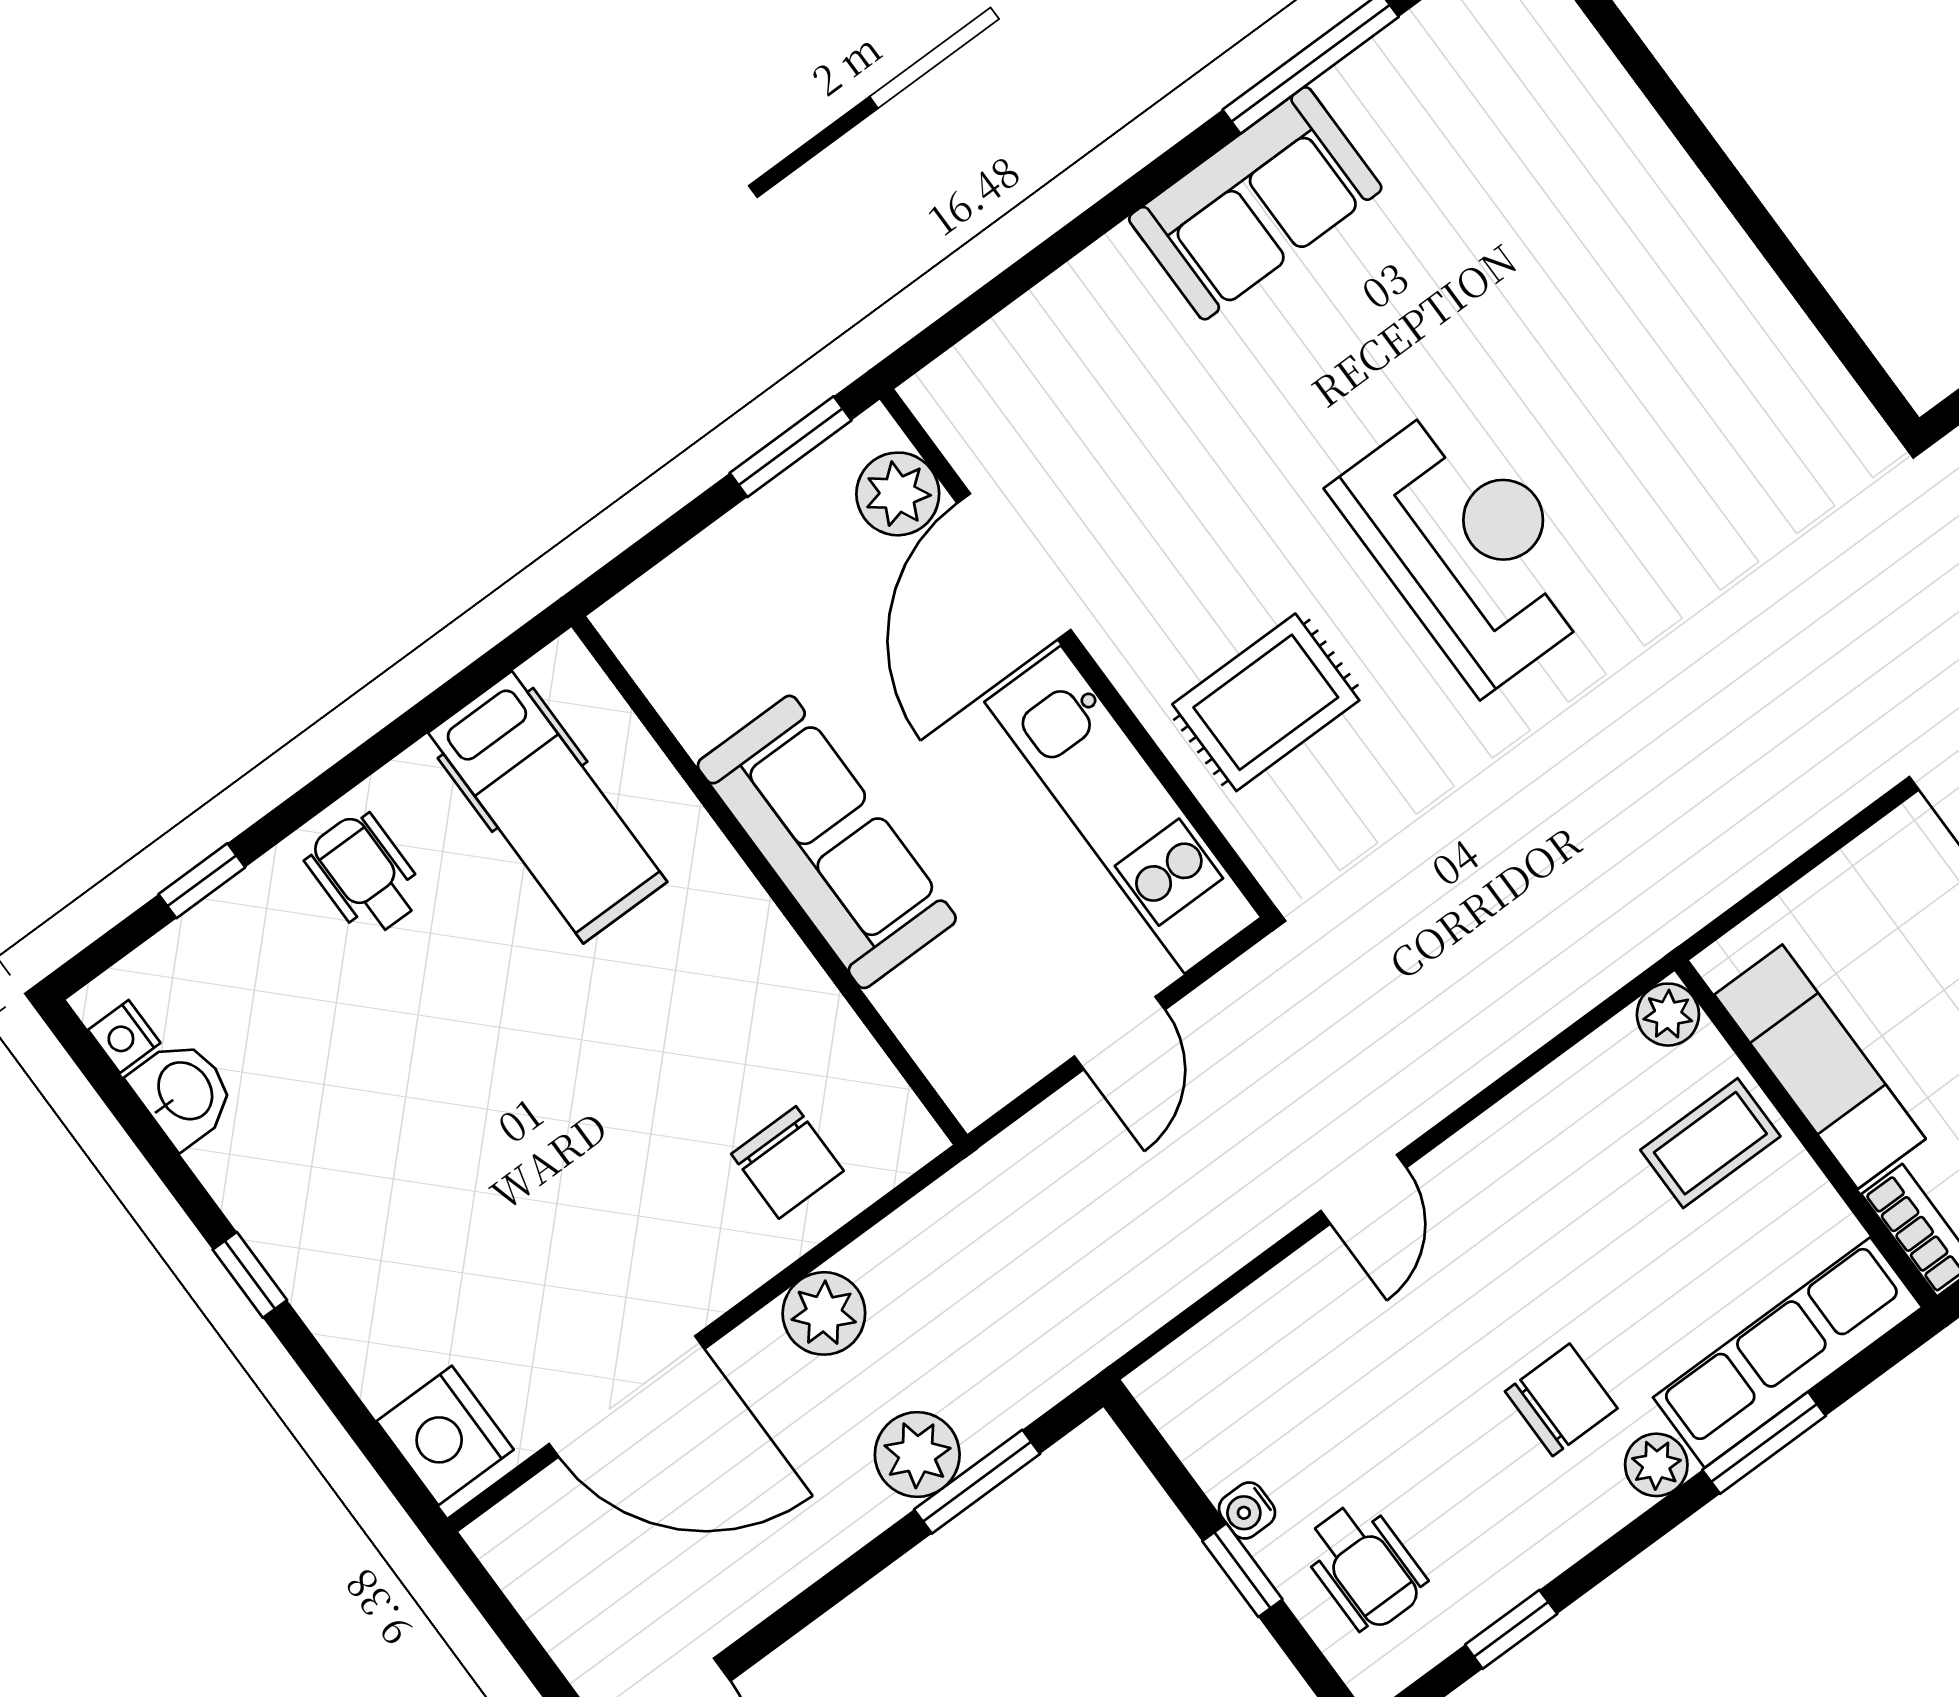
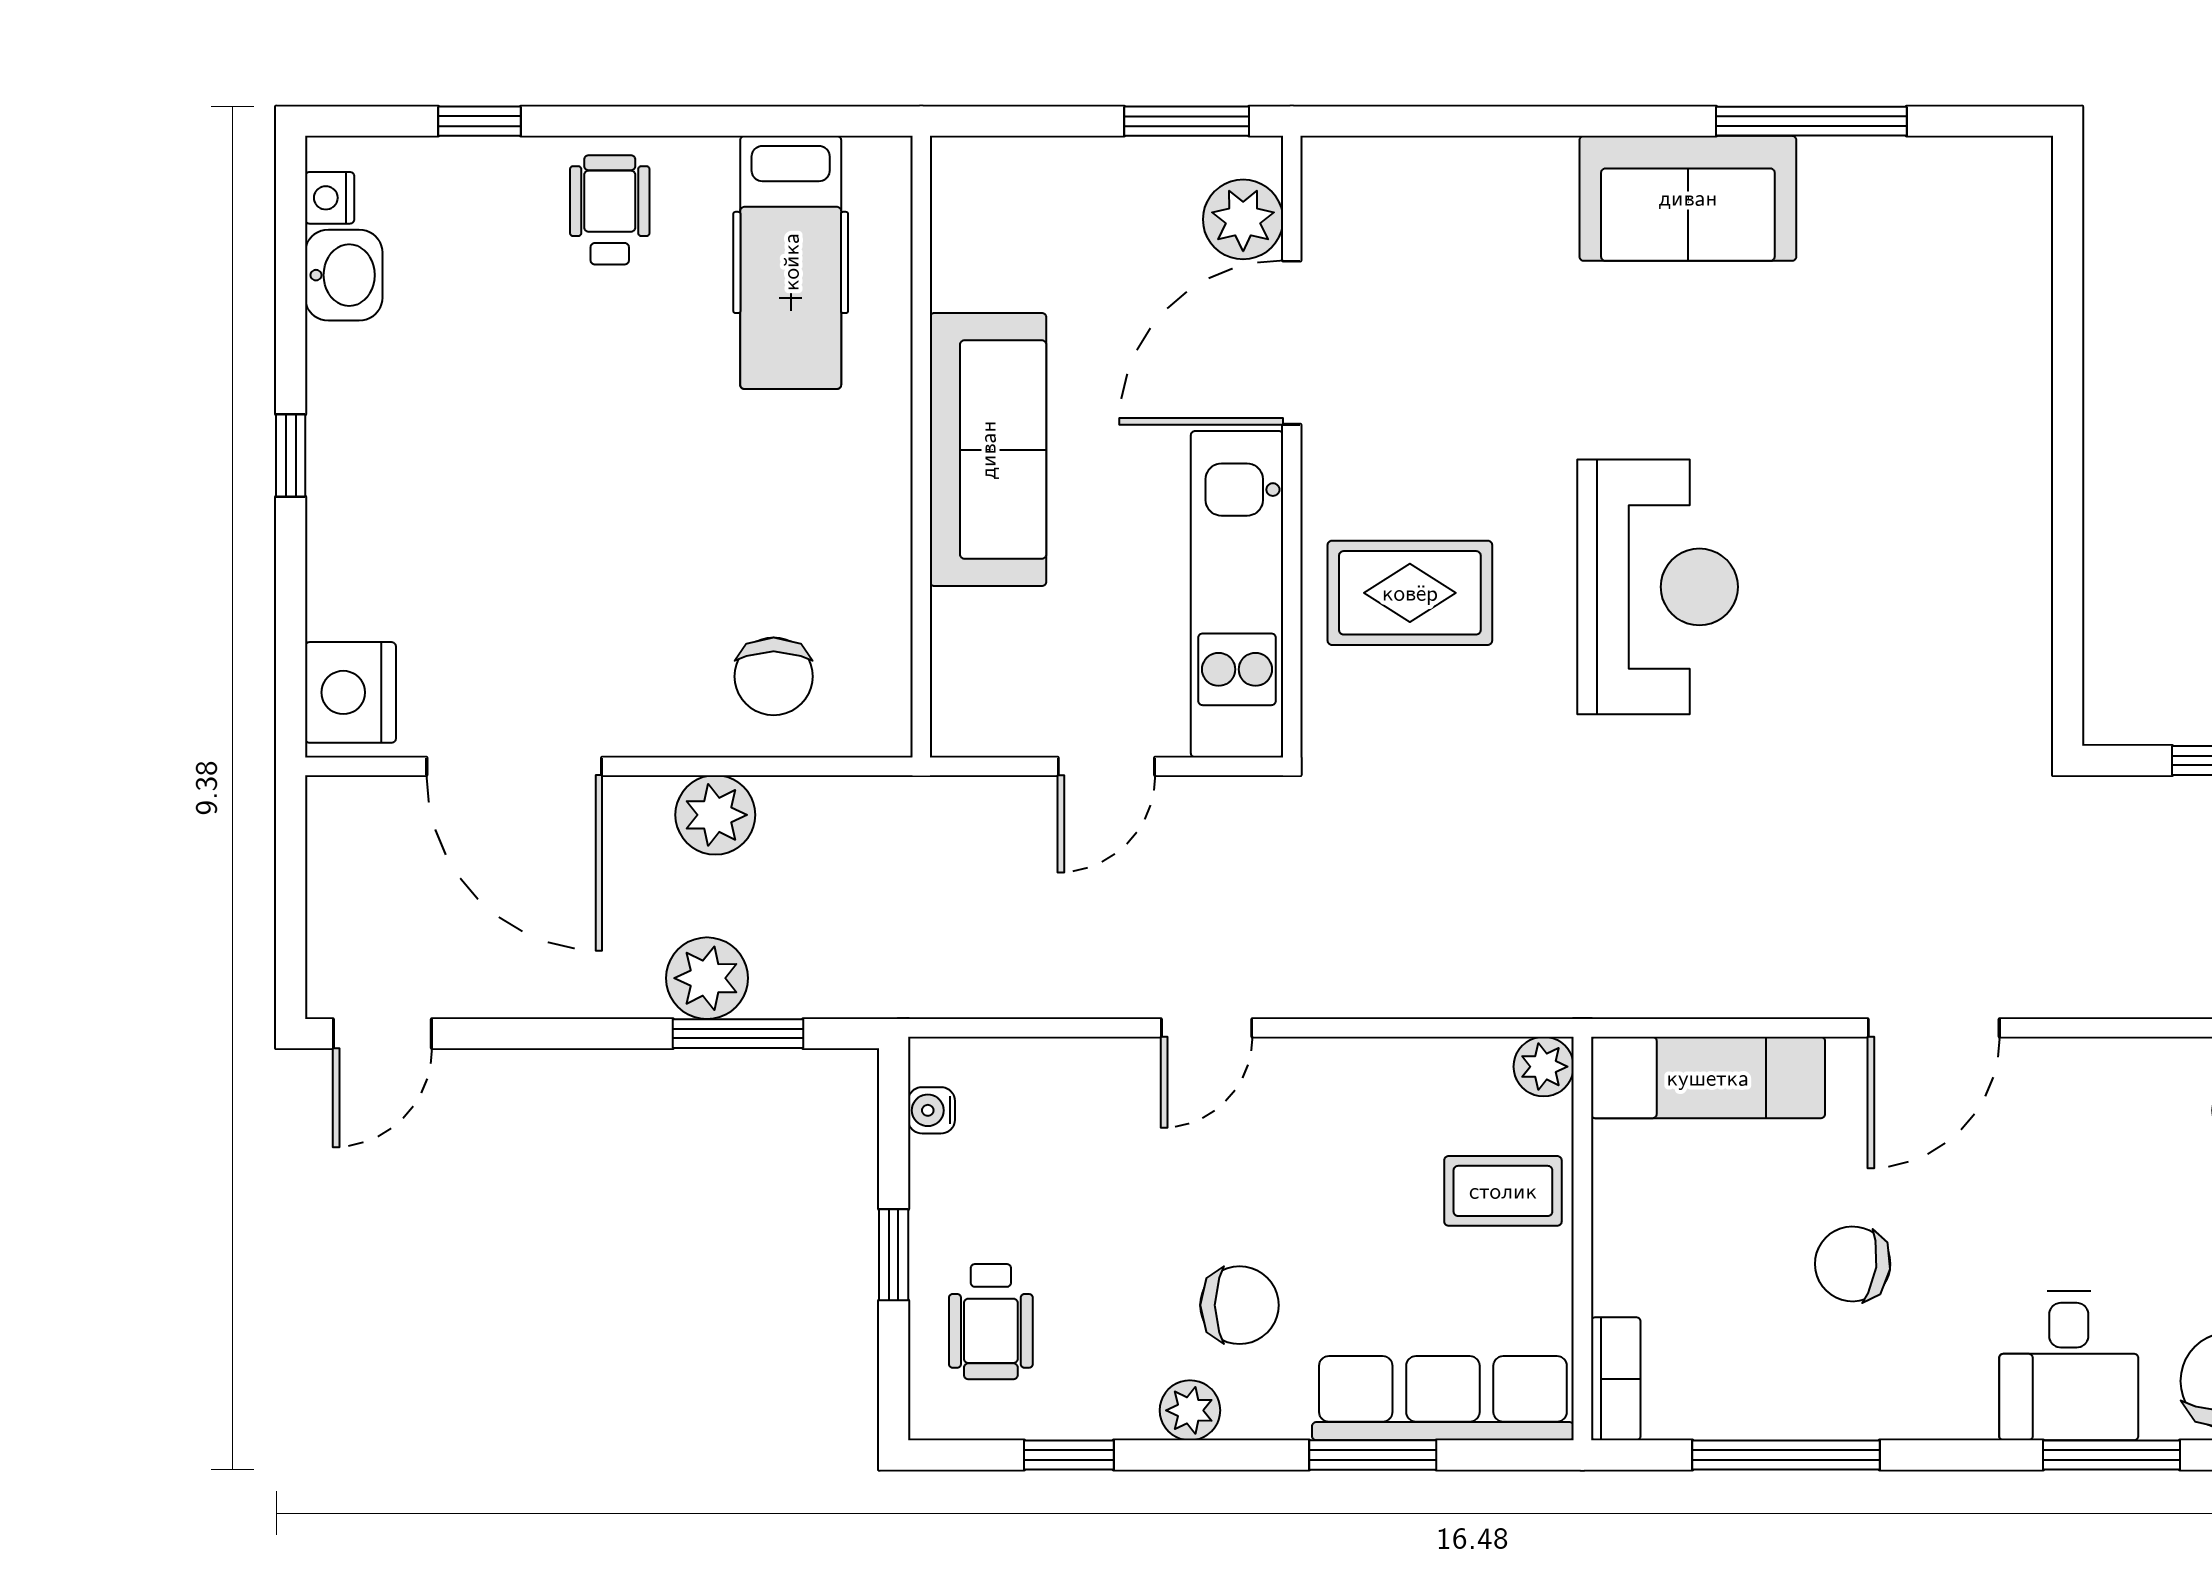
exam couch: (1820, 1067) -> (1708, 1078), moved, turned 90
plant: (1656, 1465) -> (1190, 1410), moved
water cooler: (1247, 1510) -> (932, 1110), moved

